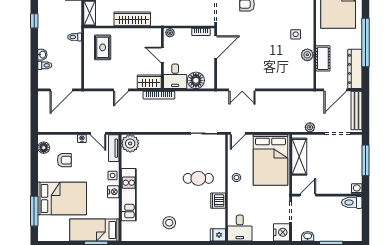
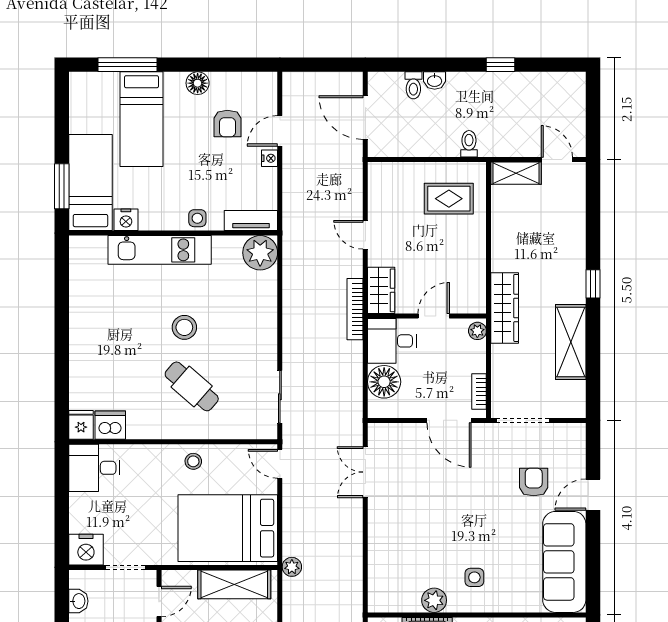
wardrobe: (132, 19) -> (505, 308), moved
plant: (310, 127) -> (292, 567), moved
door: (98, 133) -> (280, 131), moved
floor lamp: (44, 148) -> (198, 83), moved
cafe table: (198, 178) -> (192, 386), turned -49
nightstand: (113, 192) -> (126, 220), moved
door: (308, 195) -> (159, 602), hinge flipped
bed: (62, 199) -> (142, 119), width x0.67
dishwasher: (218, 201) -> (110, 425), moved
stool: (169, 223) -> (184, 327), moved

